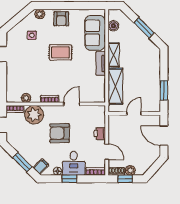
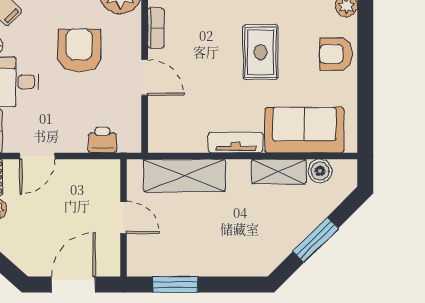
shelving: (114, 55) -> (279, 171), moved
printer: (100, 134) -> (102, 140), moved

